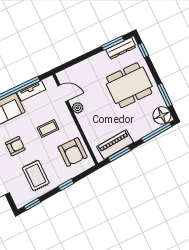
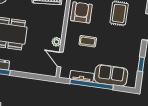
armchair: (15, 146) -> (120, 44), removed

